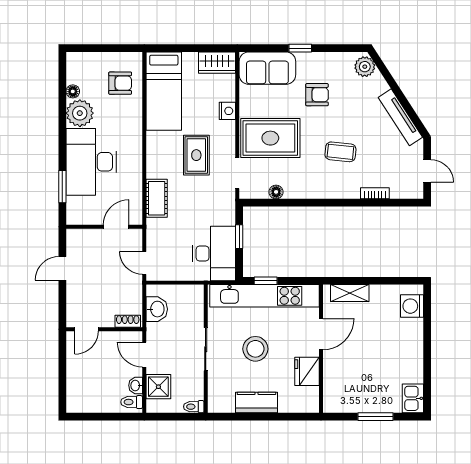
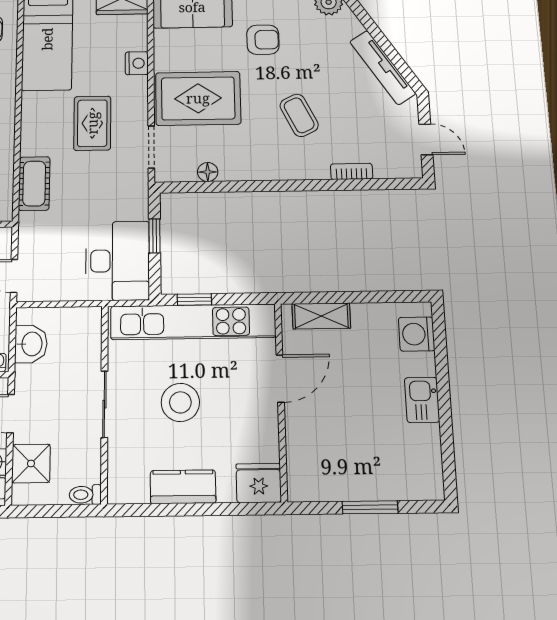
coffee table: (340, 152) -> (299, 115), turned 58
fridge: (307, 371) -> (259, 483), moved, turned 90
kitchen sink: (413, 398) -> (422, 400), moved

